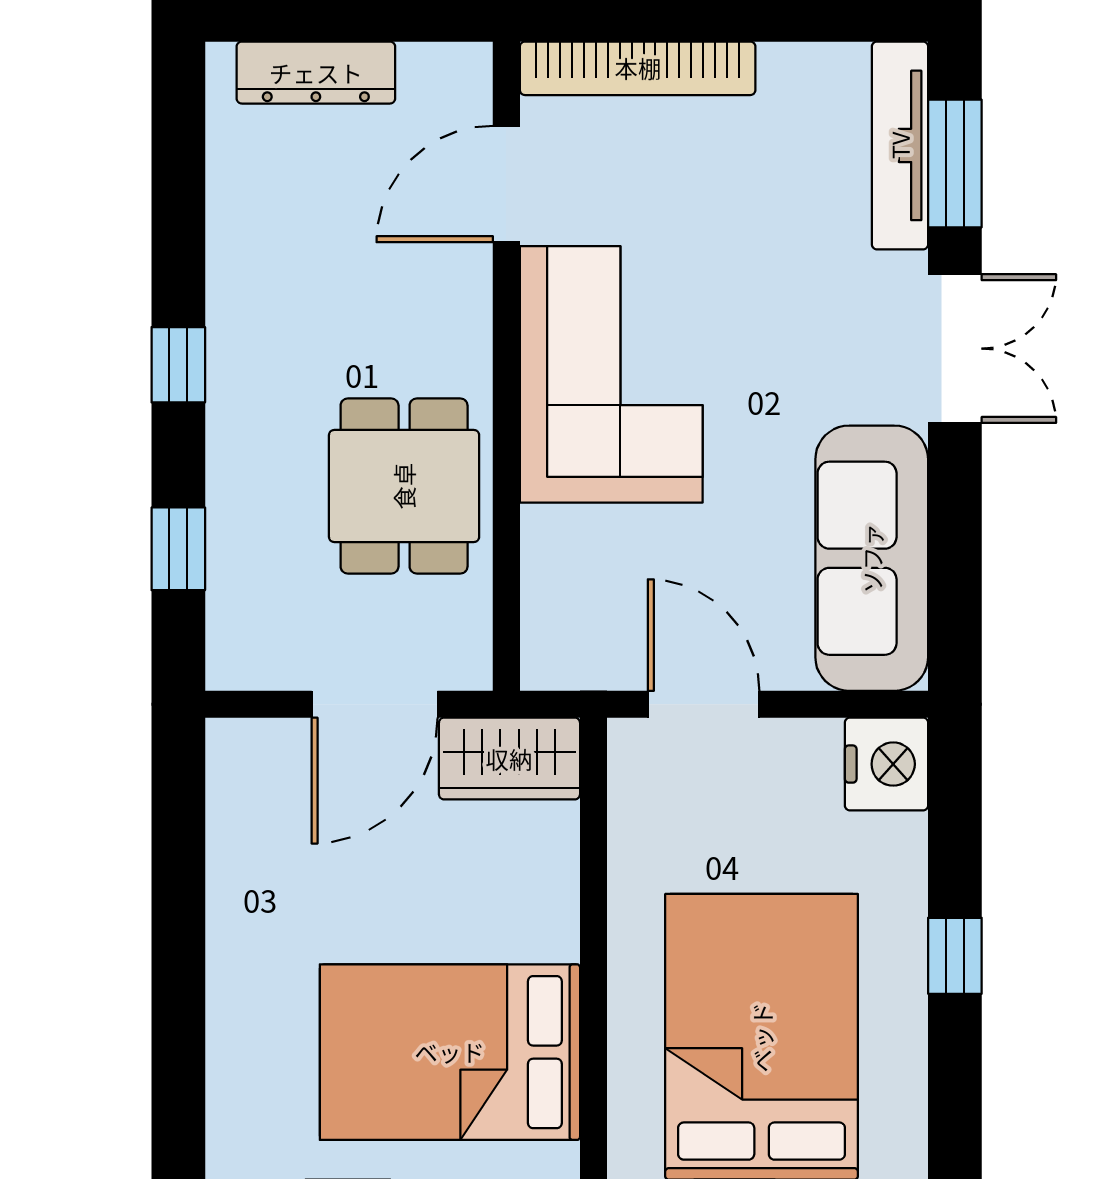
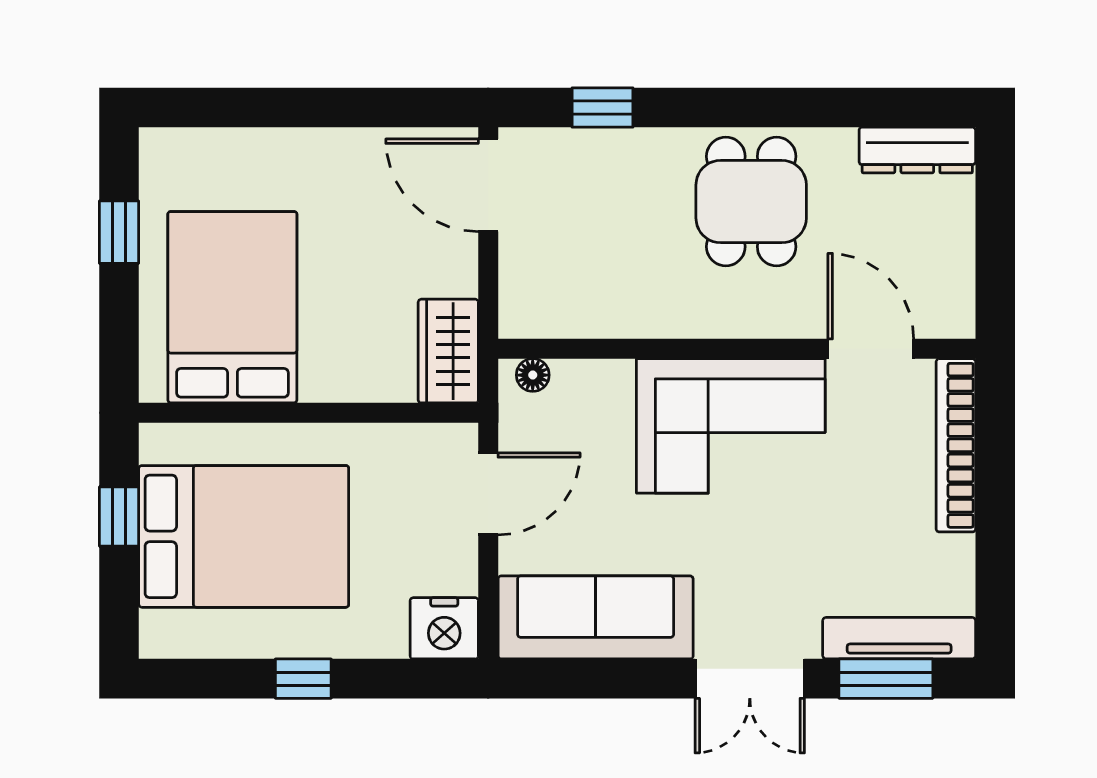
dresser: (316, 73) -> (917, 150), moved, turned -90
window: (178, 365) -> (738, 108), removed
dining table: (404, 486) -> (751, 202), moved, turned 90
floor lamp: (542, 644) -> (533, 375), added
door: (375, 704) -> (488, 185), moved

